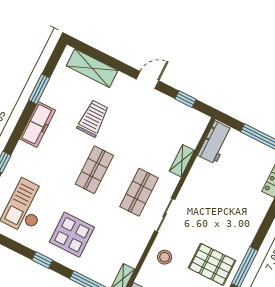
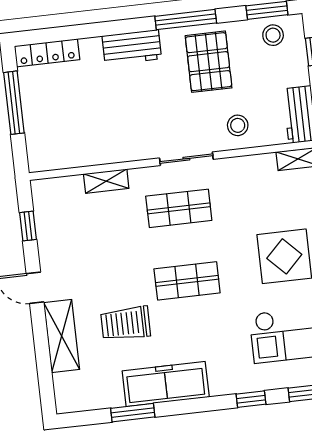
shelving: (92, 68) -> (62, 336), moved
freezer: (37, 124) -> (166, 384), width x1.36, depth x1.26
workbench: (215, 142) -> (132, 47), moved, turned 180

